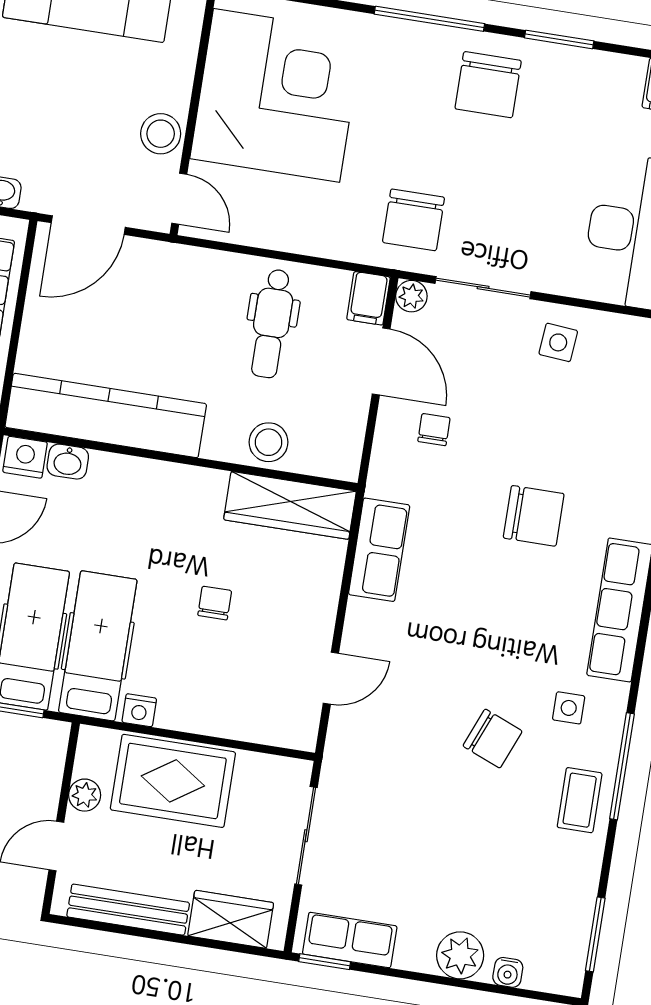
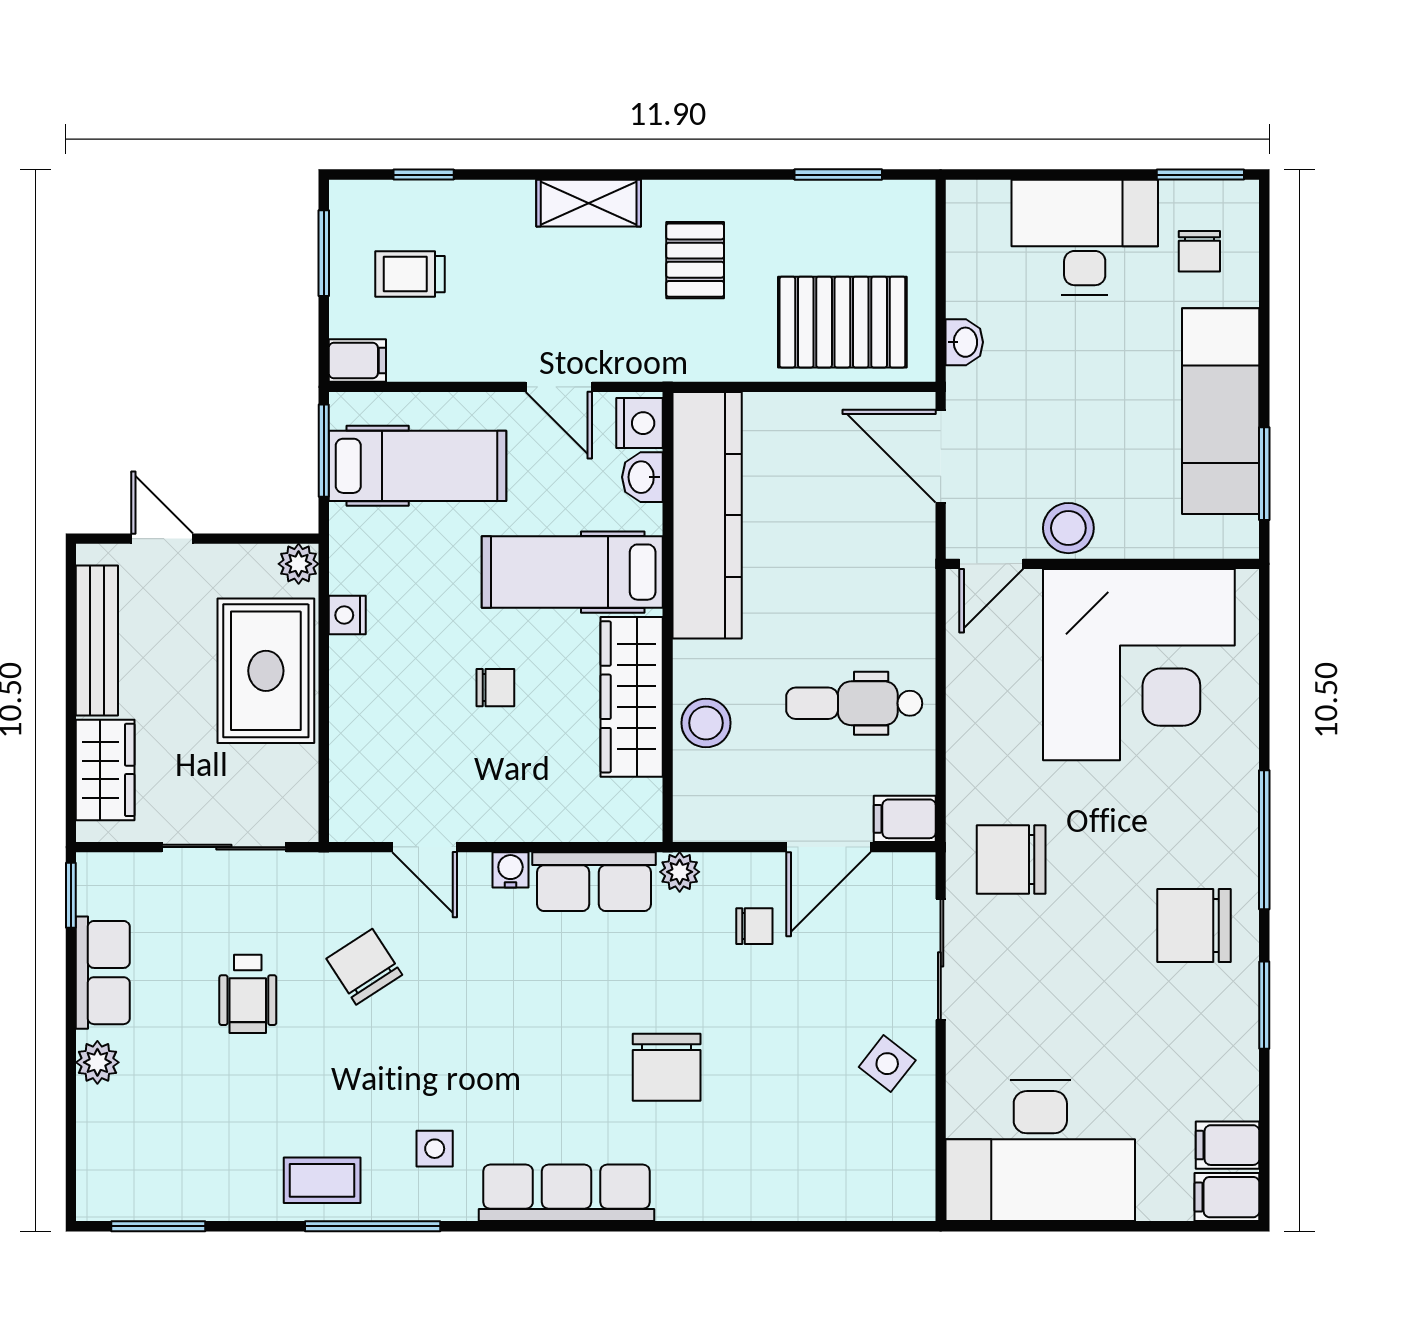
plant: (411, 296) -> (680, 872), moved
side table: (558, 342) -> (887, 1064), turned 33
wardrobe: (290, 505) -> (632, 697), moved
hospital bed: (98, 646) -> (572, 572), moved, turned 180
chair: (493, 739) -> (364, 967), moved, turned 125
plant: (85, 795) -> (299, 564), moved
wheelchair: (424, 835) -> (248, 994), added
row of seats: (350, 940) -> (103, 973), moved
plant: (460, 955) -> (97, 1062), width x0.73, depth x0.73
water cooler: (508, 972) -> (510, 870), moved, turned 90

